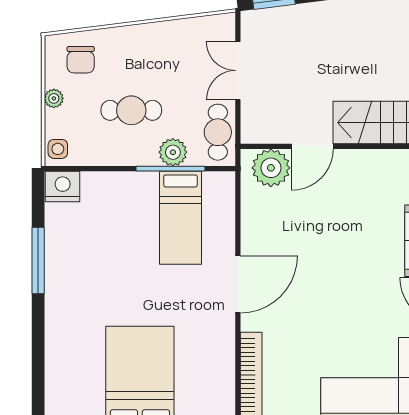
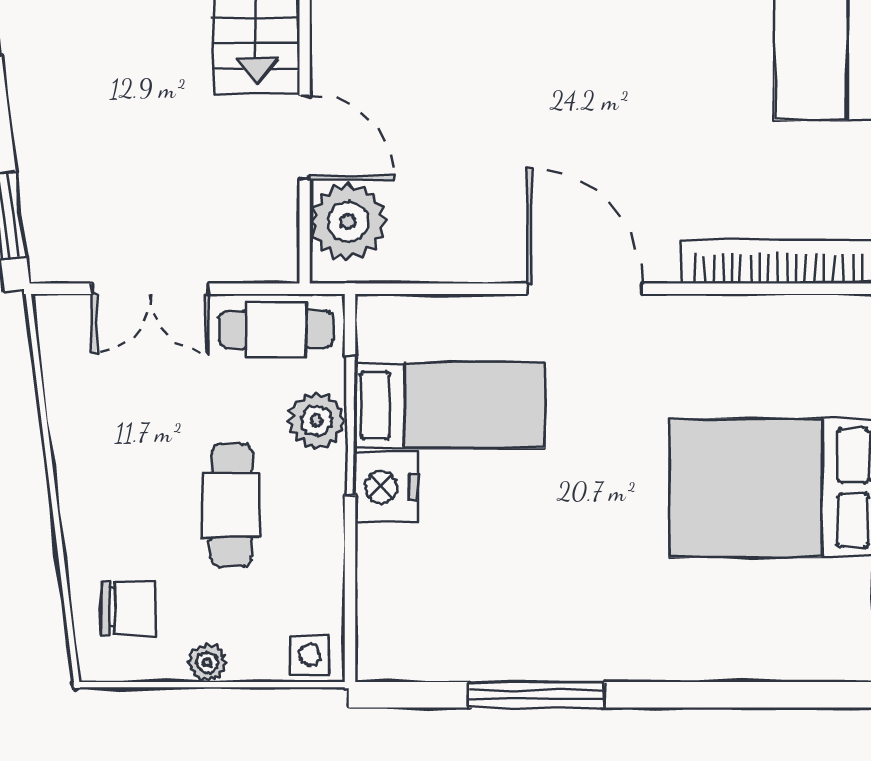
nightstand: (63, 187) -> (386, 487), moved

